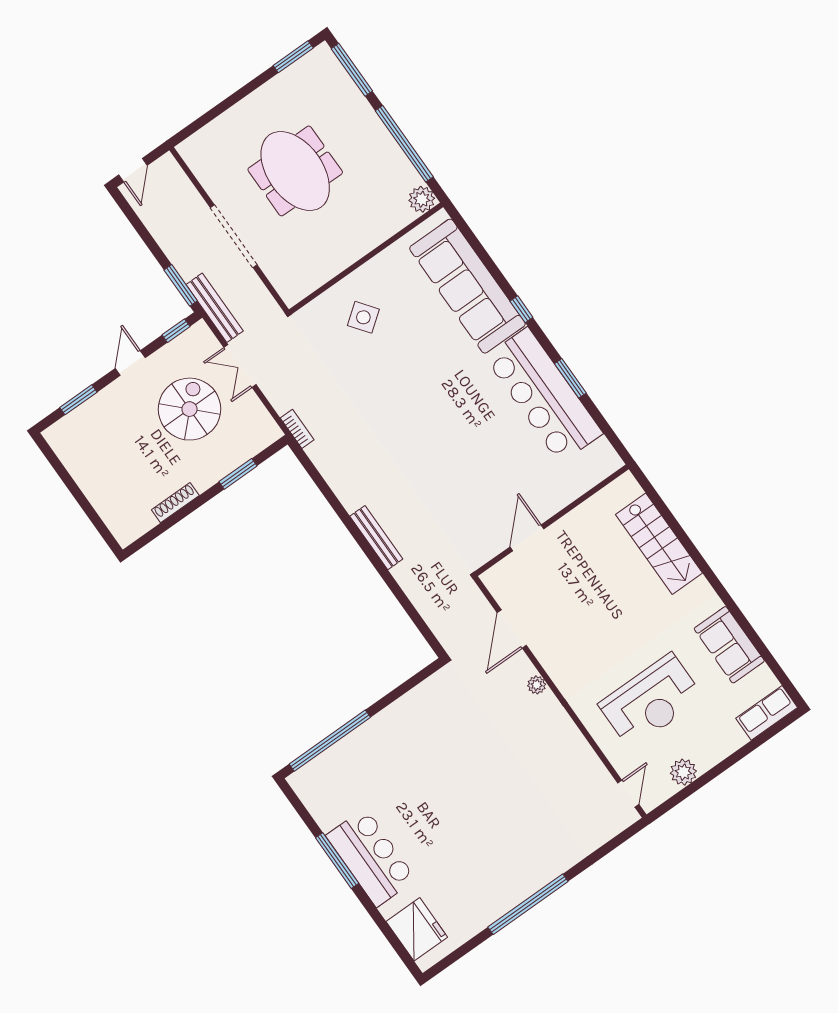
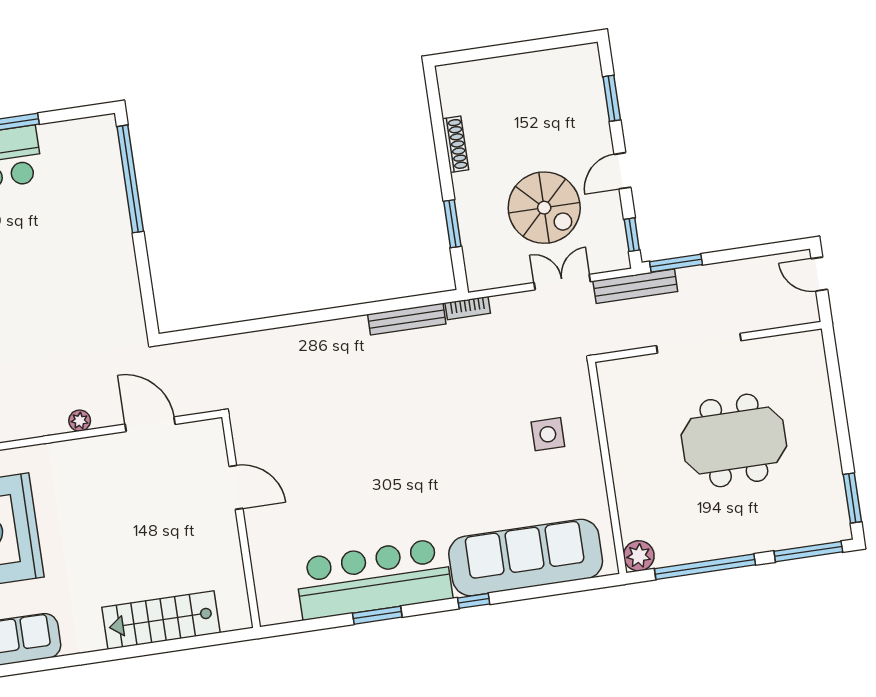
side table: (363, 317) -> (548, 434), turned 37
door: (130, 363) -> (622, 171), swing flipped
bench: (376, 538) -> (407, 319), moved

